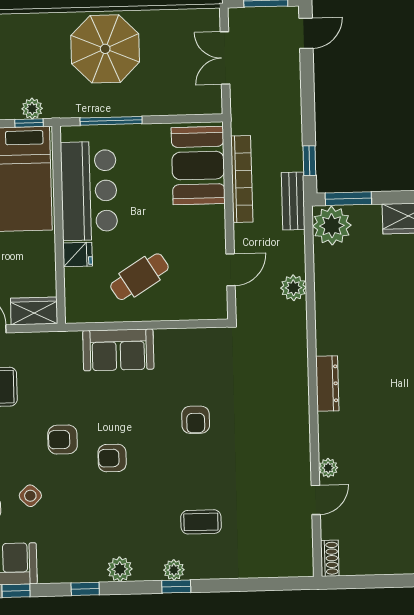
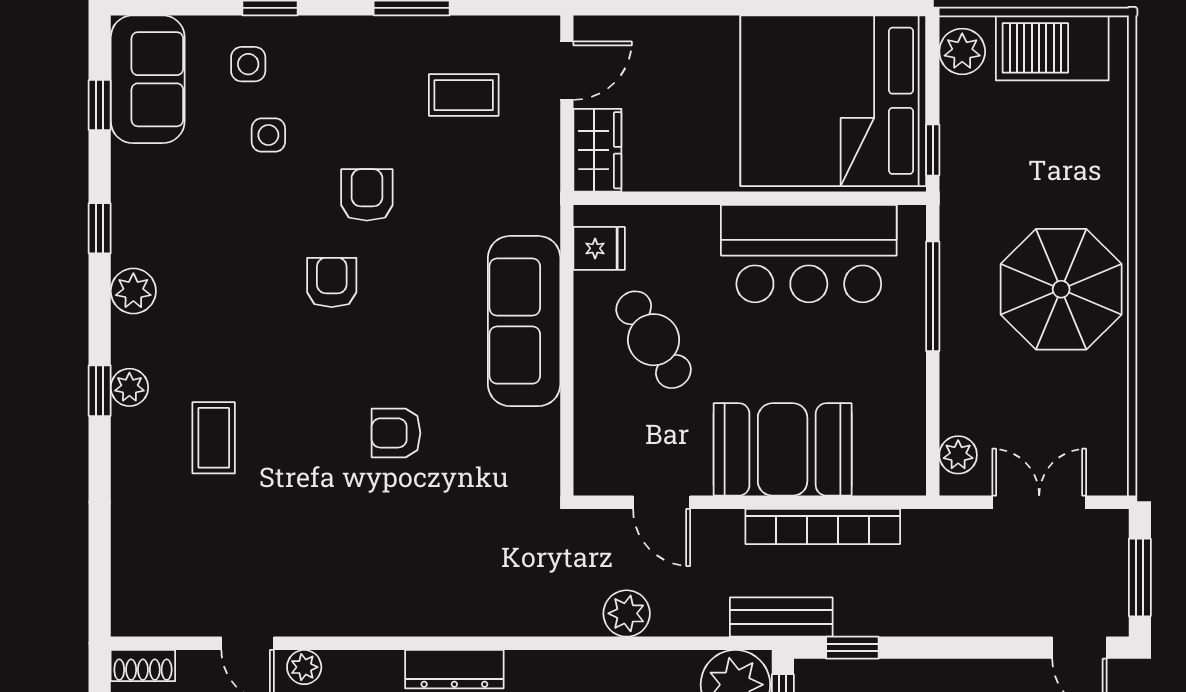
plant: (32, 109) -> (958, 455), moved
booth: (198, 166) -> (783, 449), moved
fridge: (78, 255) -> (599, 248), moved, turned -90
sofa: (118, 350) -> (524, 321), width x1.36
side table: (30, 496) -> (268, 135), turned 45

